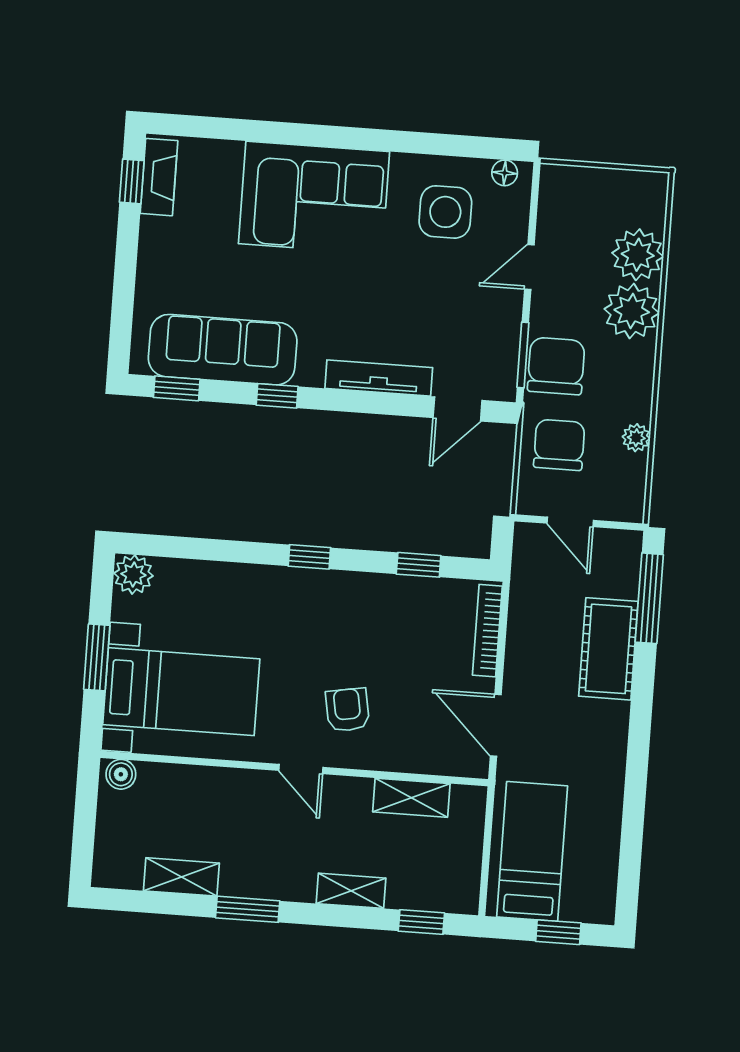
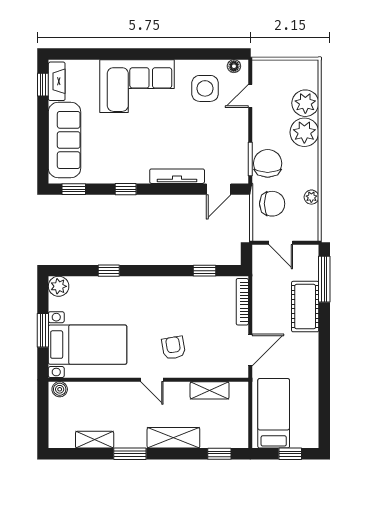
door: (529, 267) -> (250, 96), moved
sofa: (223, 350) -> (64, 140), moved, turned 90
chair: (559, 445) -> (272, 204), turned 90
window: (309, 557) -> (109, 271), moved
door: (496, 725) -> (250, 350), swing flipped
shelving: (351, 891) -> (173, 438), width x1.50, depth x1.33

